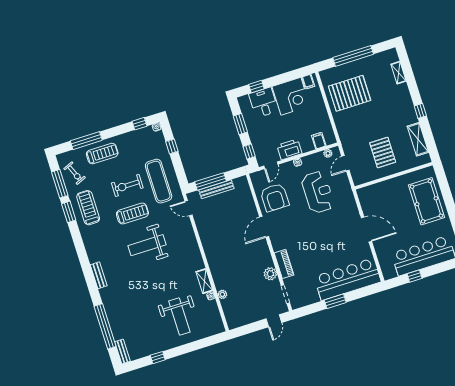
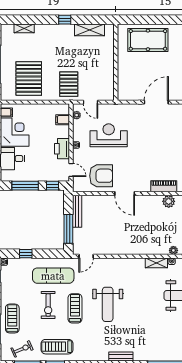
window: (240, 124) -> (25, 186), width x1.44
pallet: (383, 153) -> (69, 84), moved, turned 90
bench: (216, 189) -> (77, 211), moved

